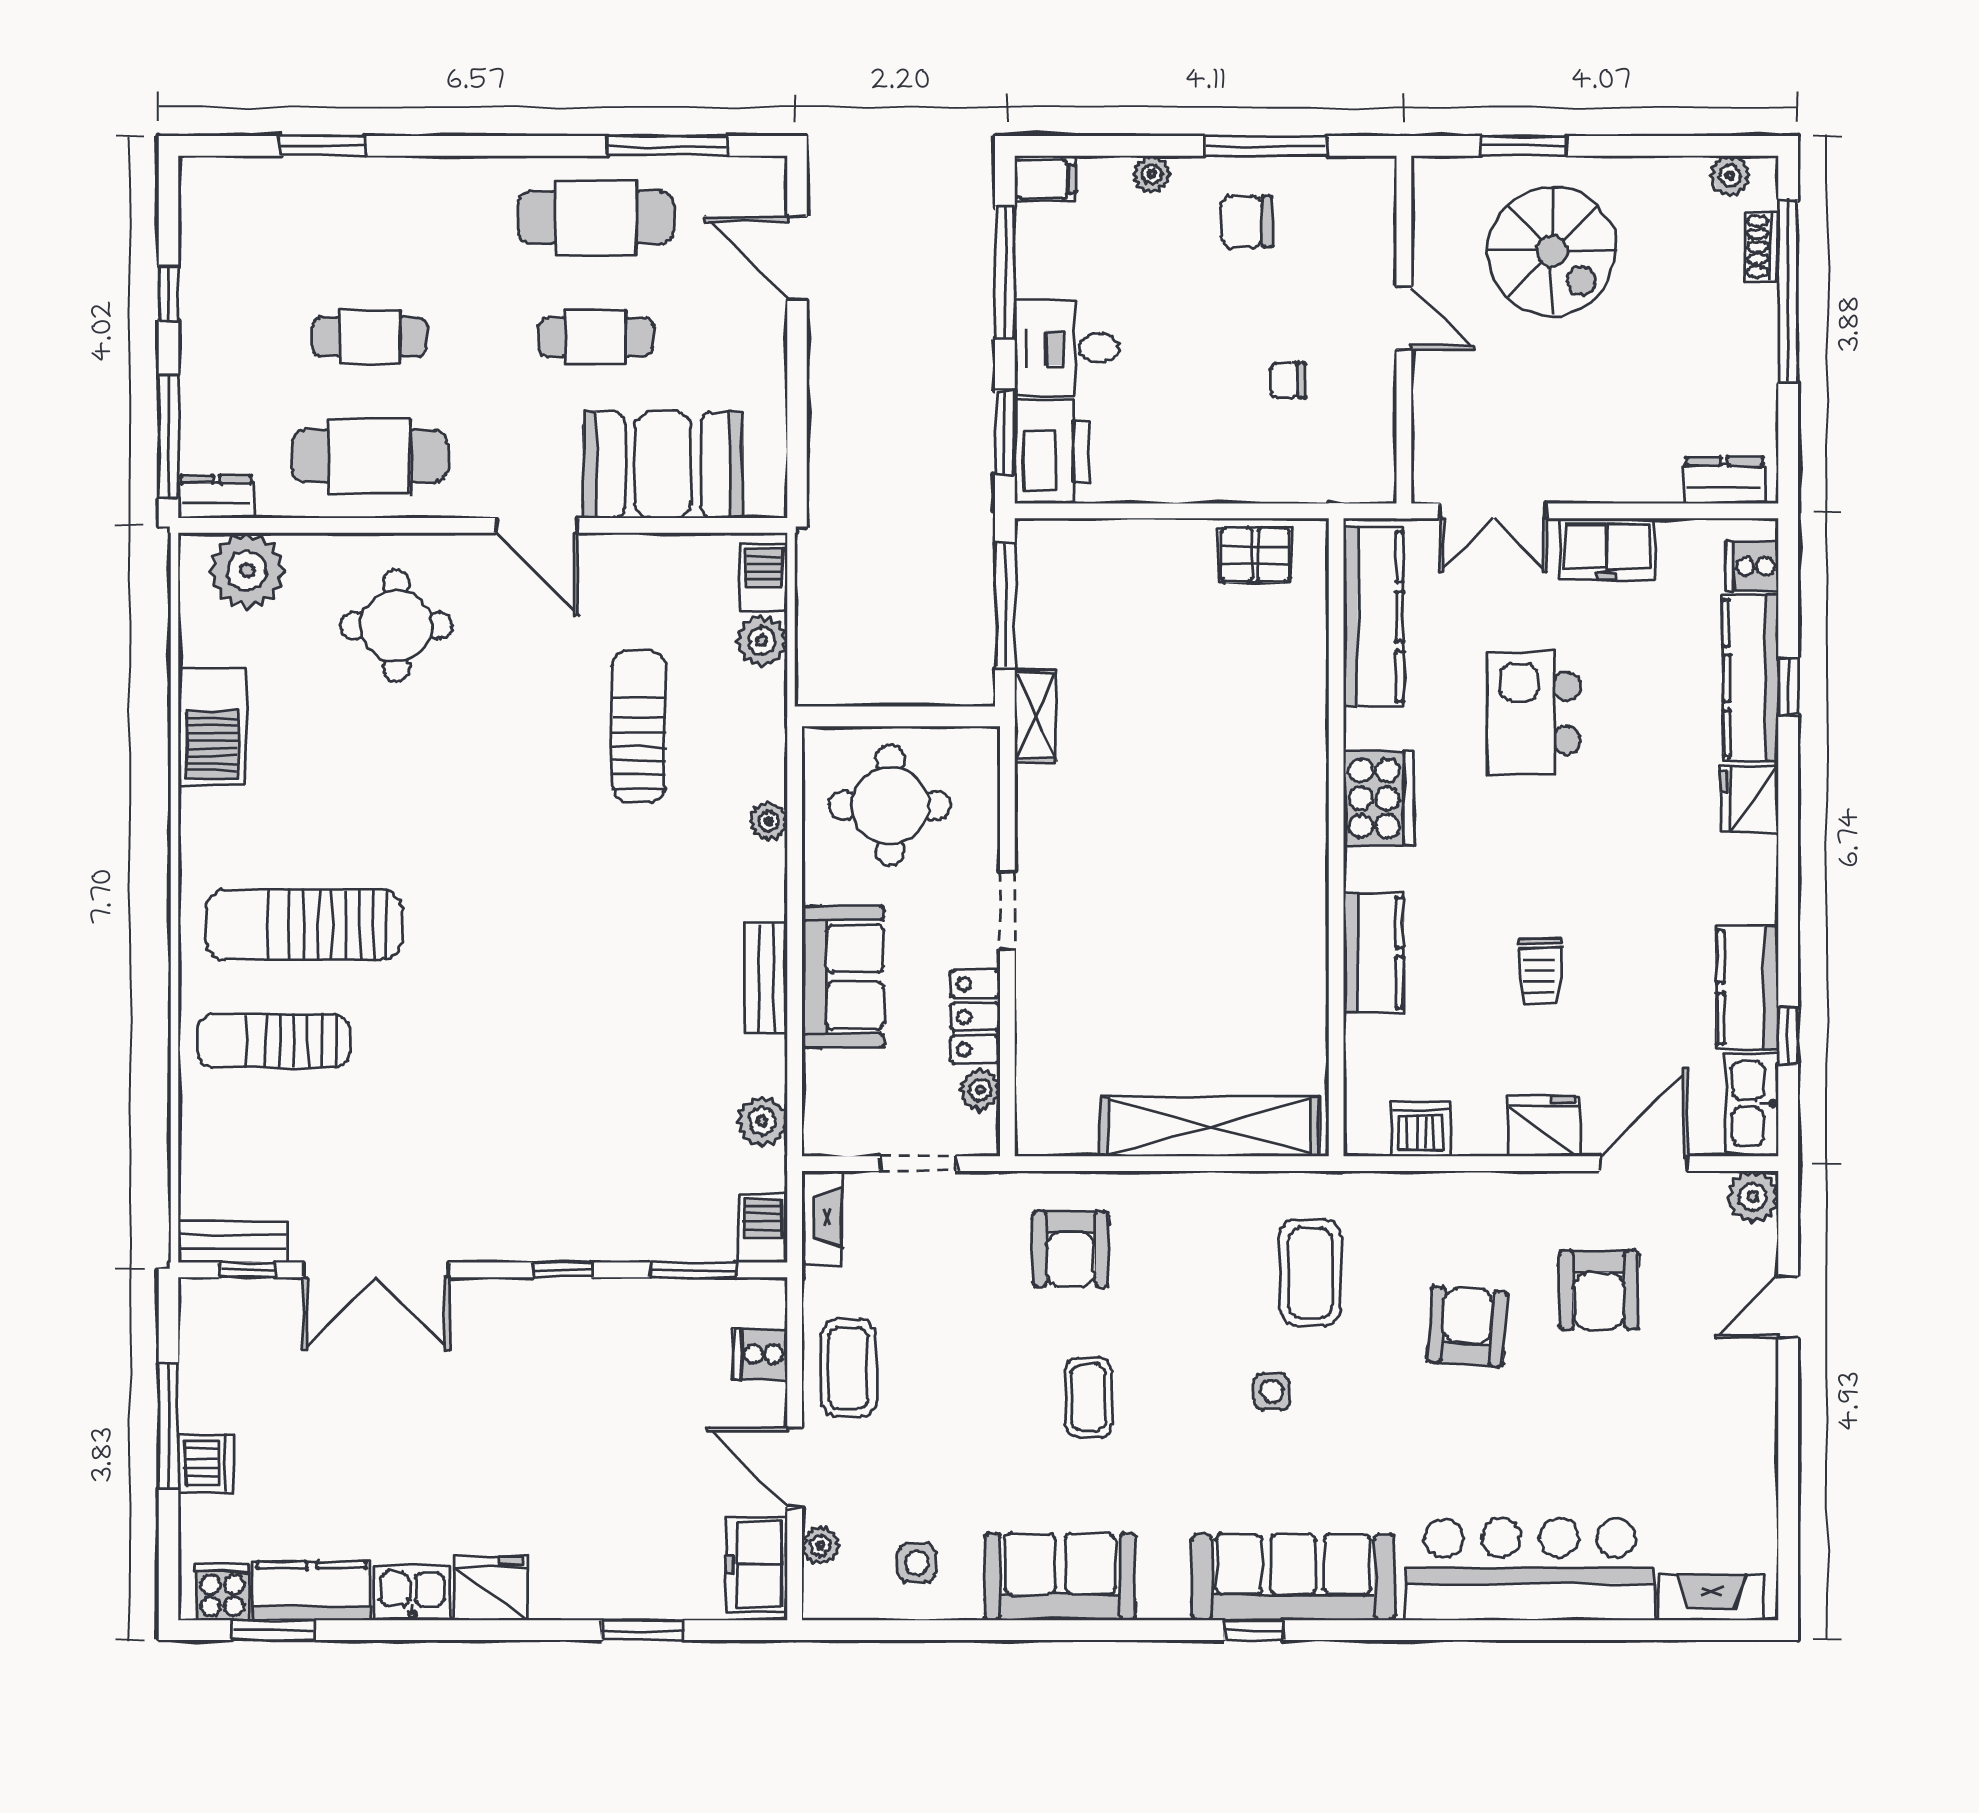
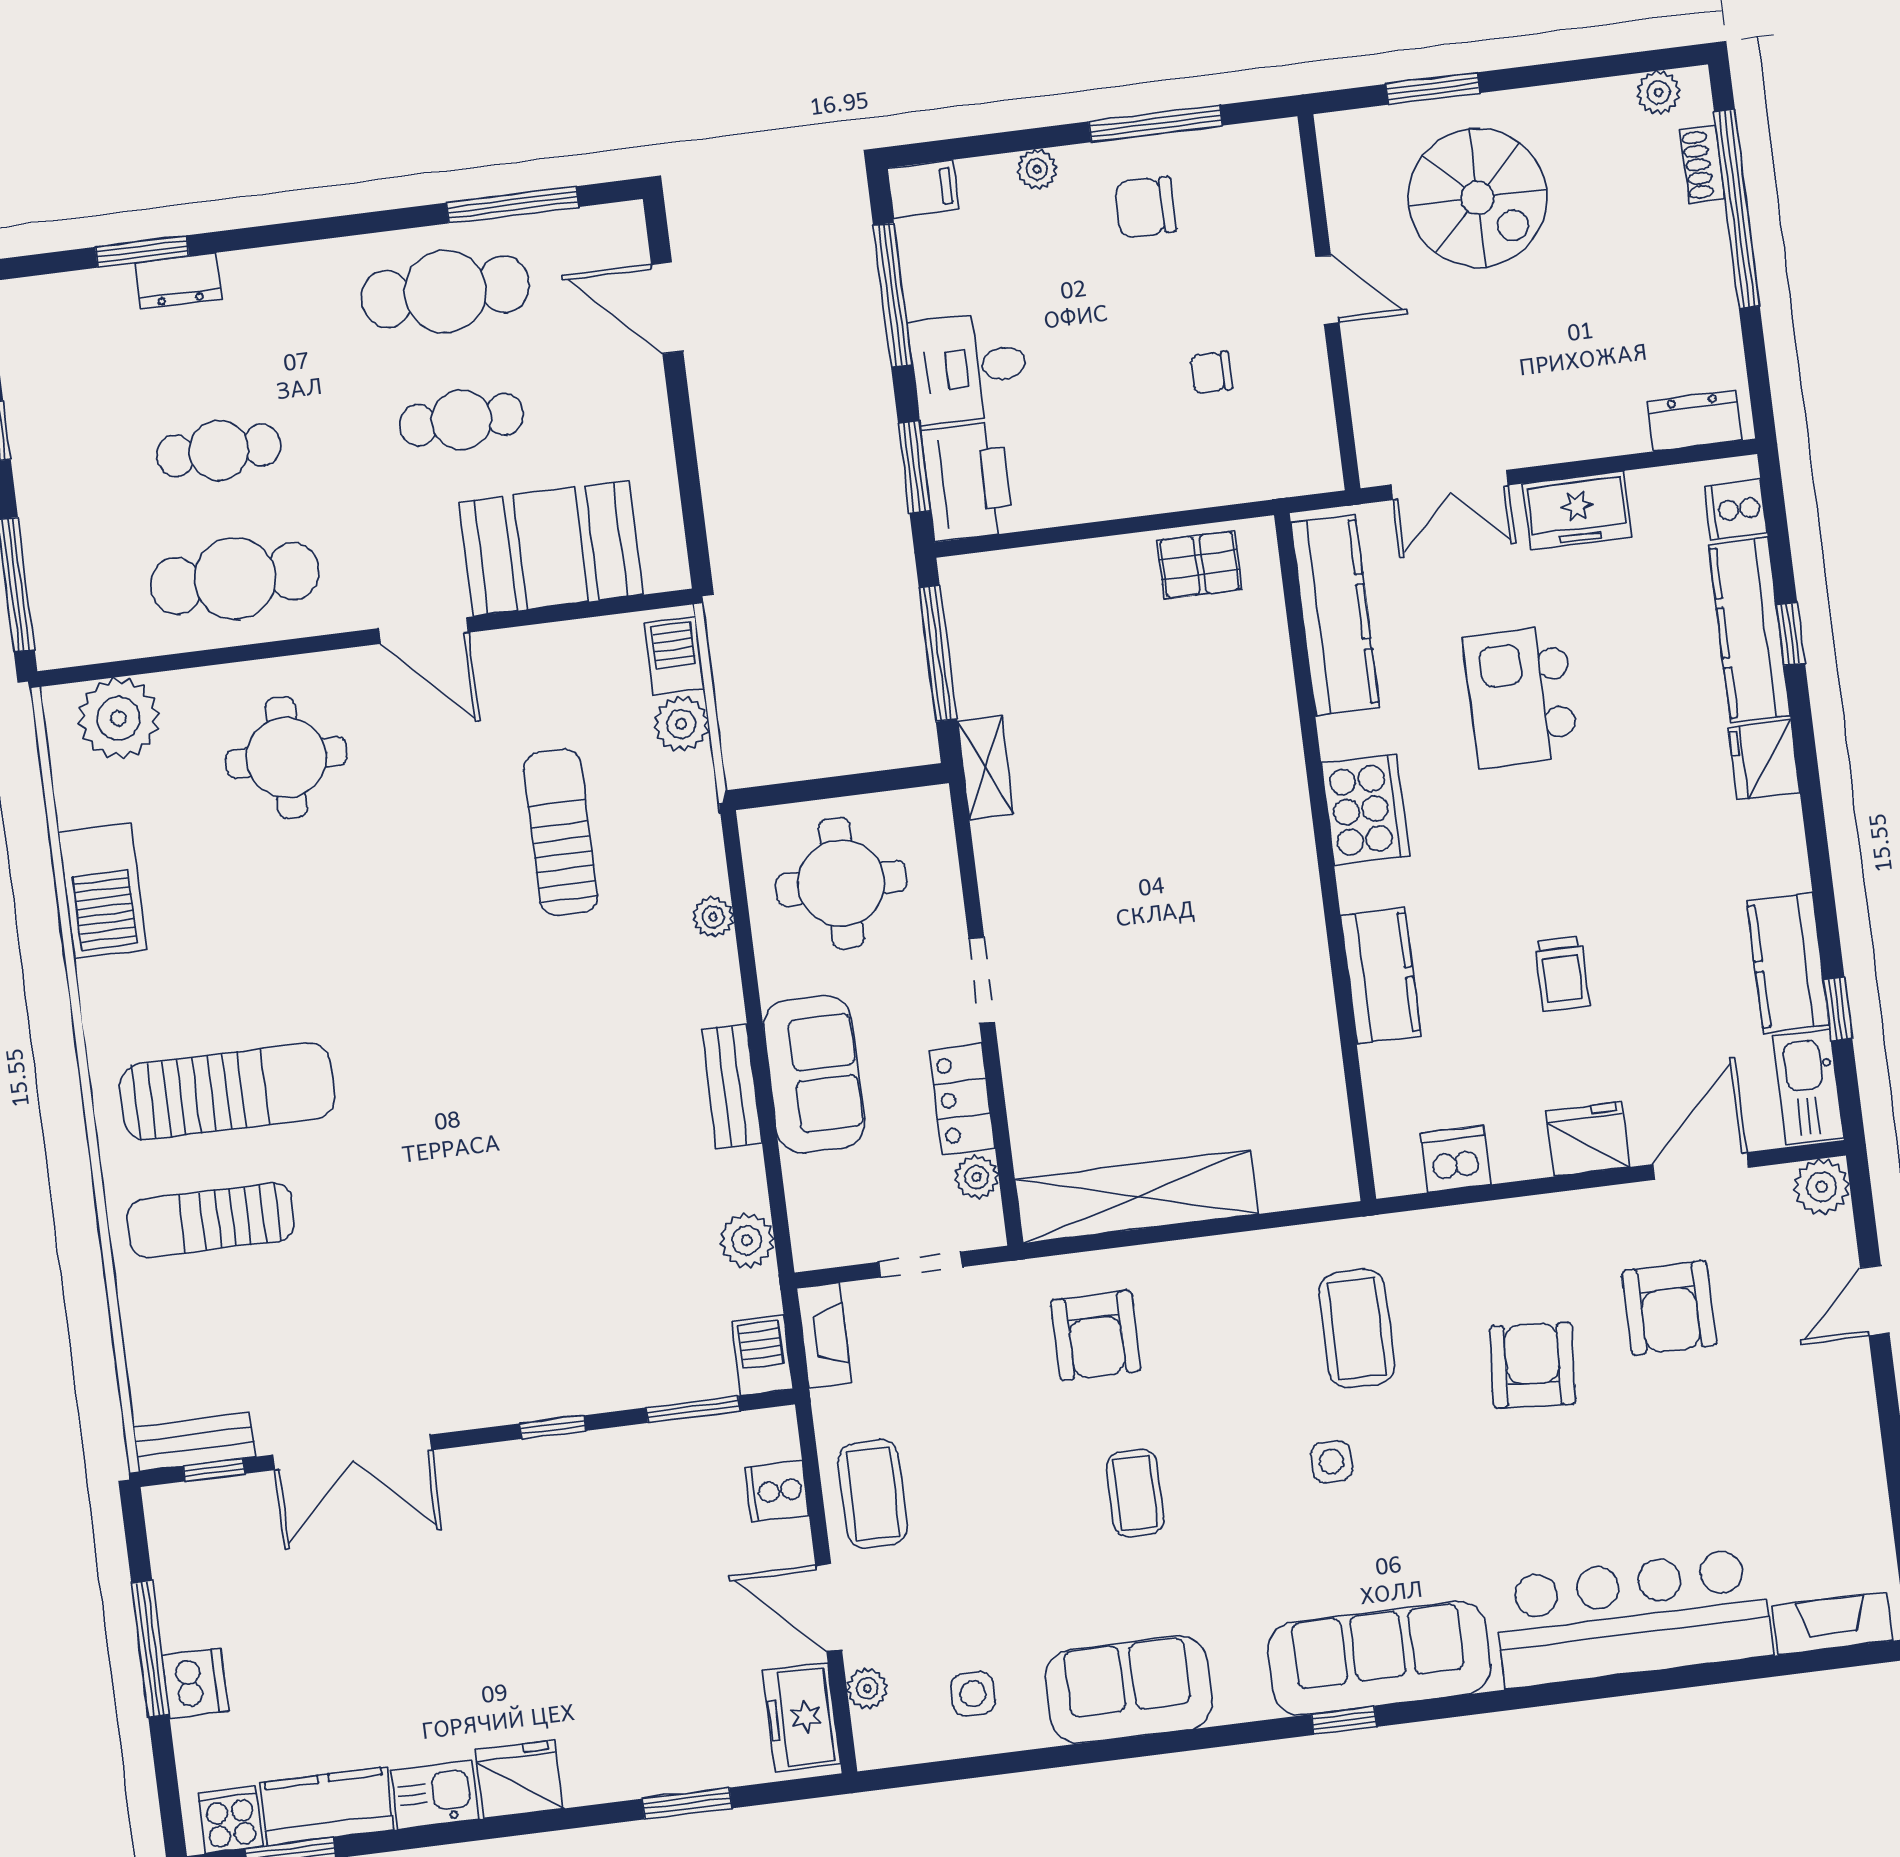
dresser: (216, 497) -> (178, 281), moved, turned 180
sun lounger: (303, 925) -> (227, 1091), turned 180
shelving: (1209, 1126) -> (1137, 1197), moved

